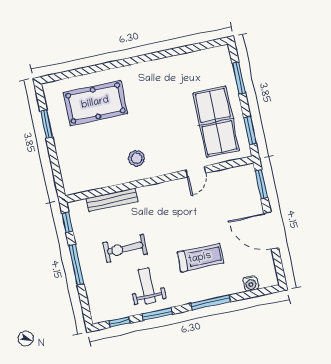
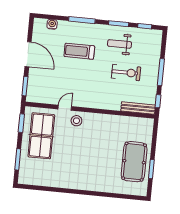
pool table: (95, 103) -> (134, 162), moved, turned 90
stool: (137, 158) -> (76, 121), moved
bench: (112, 200) -> (138, 108), moved
weight bench: (147, 286) -> (119, 44), turned 90

